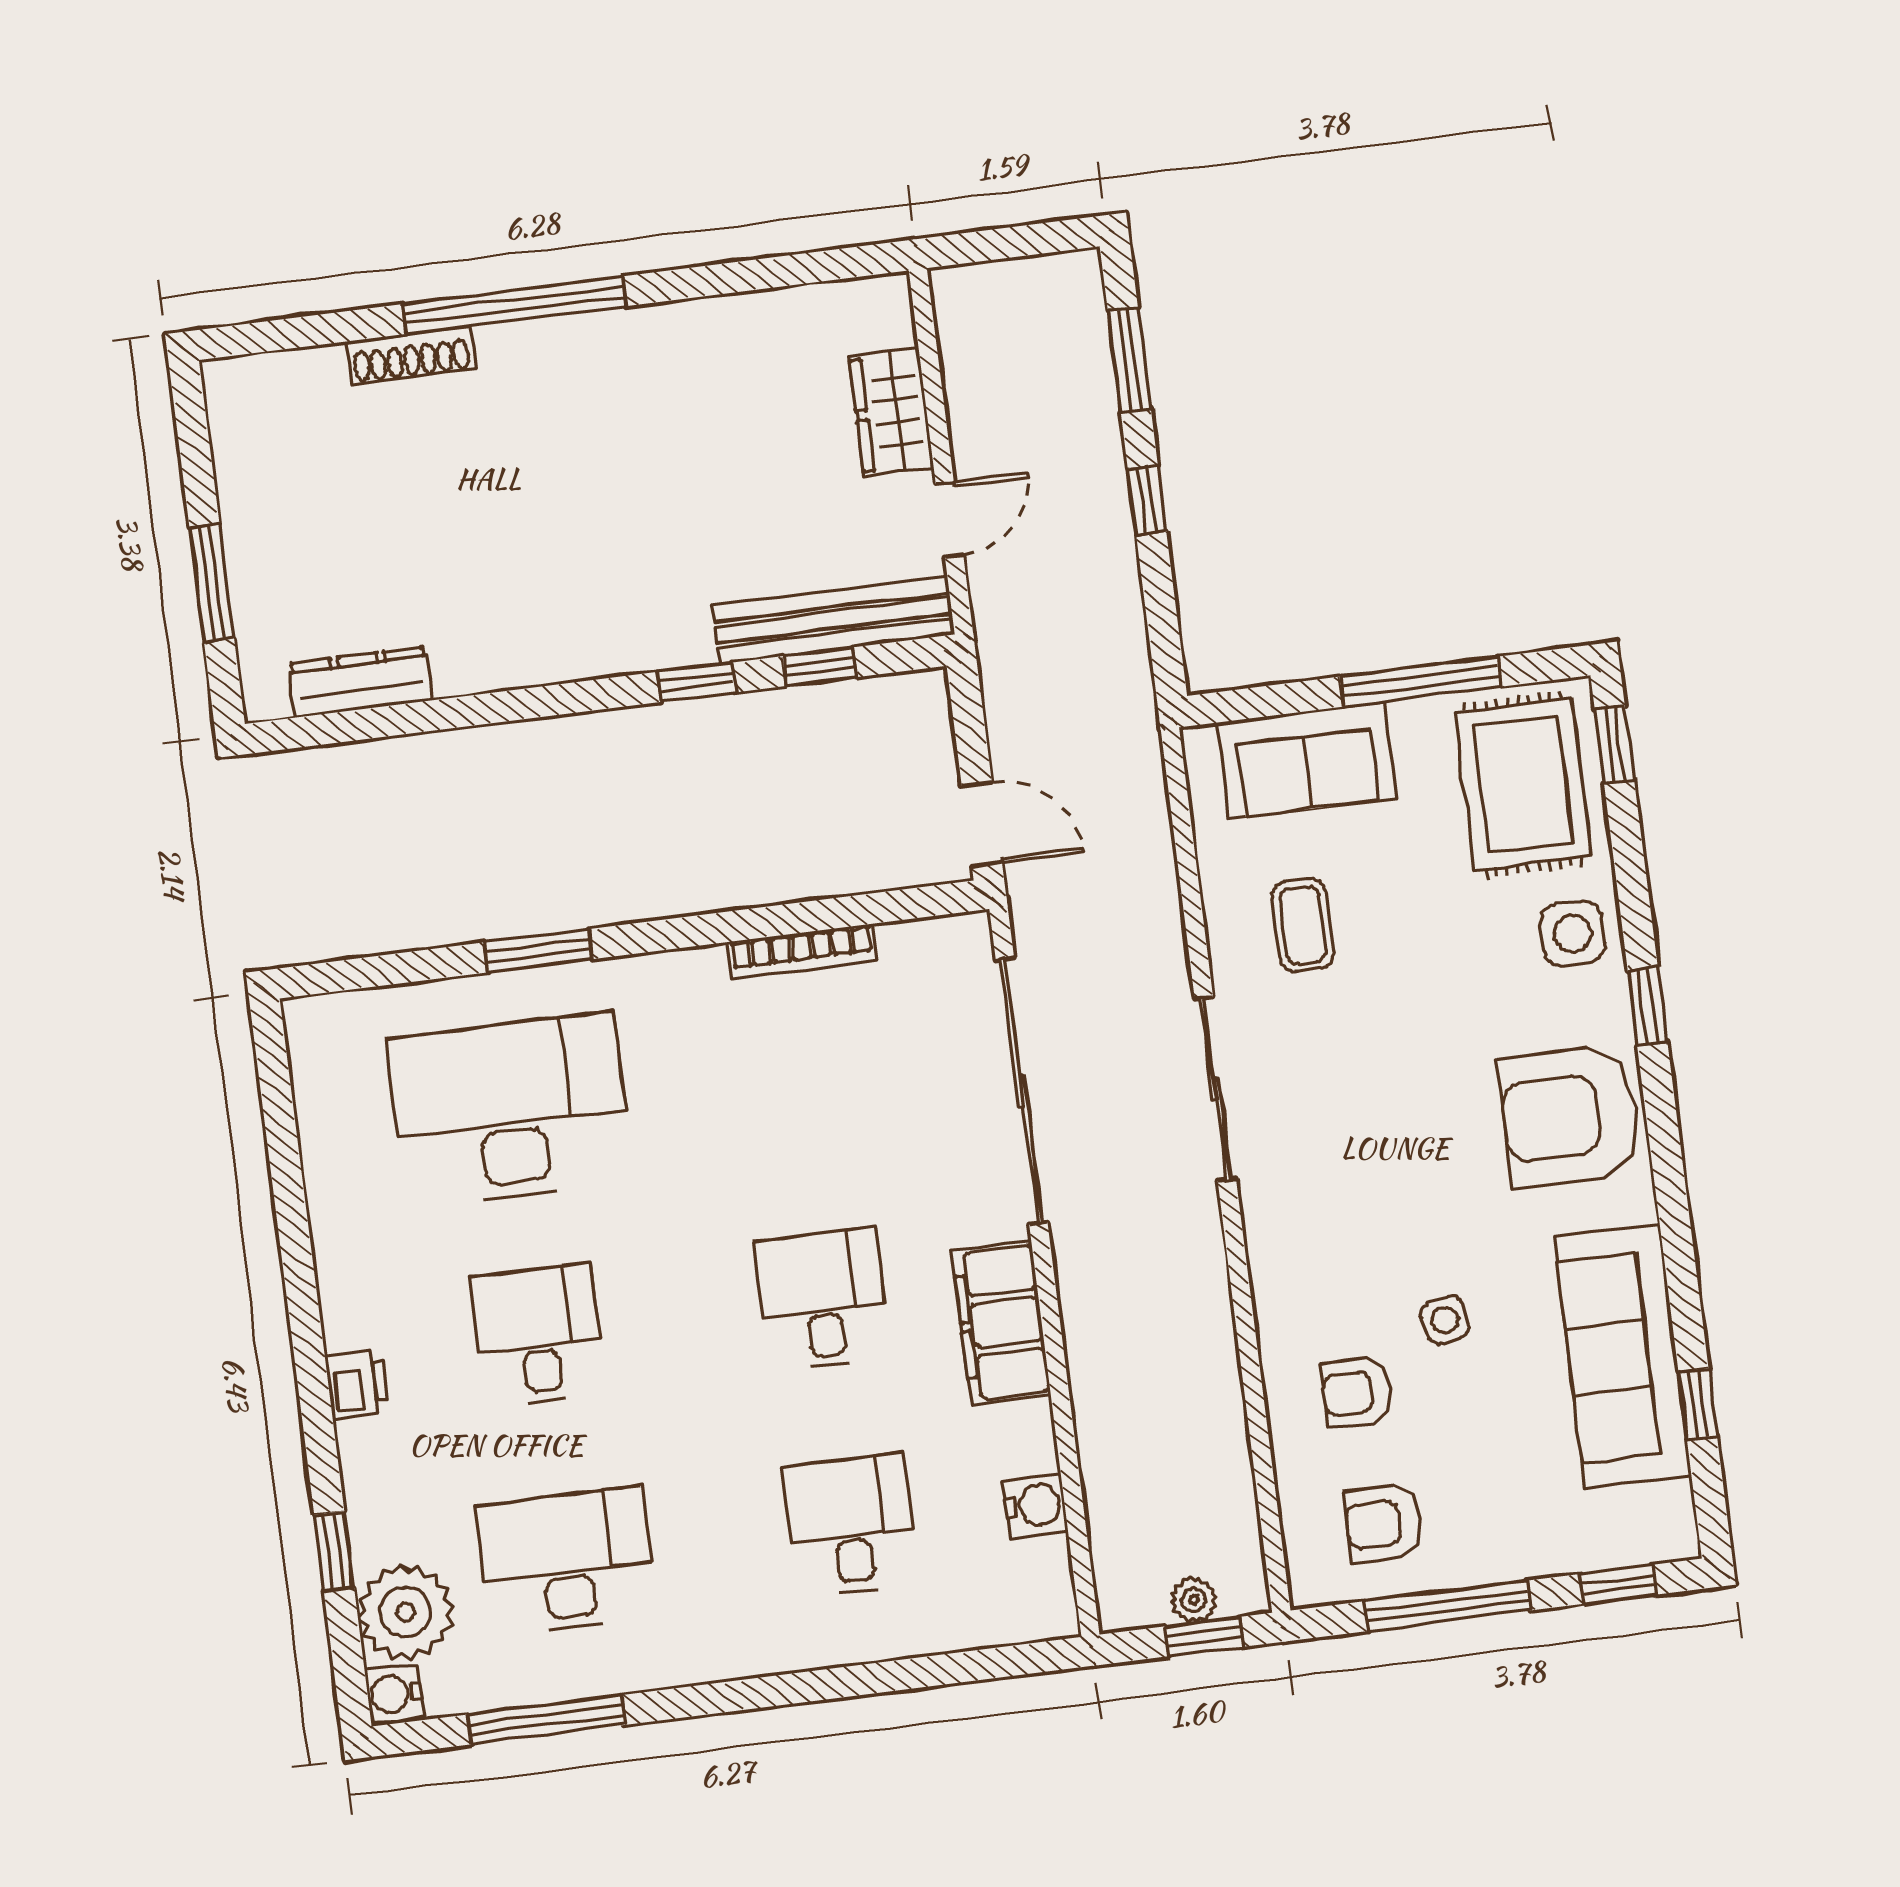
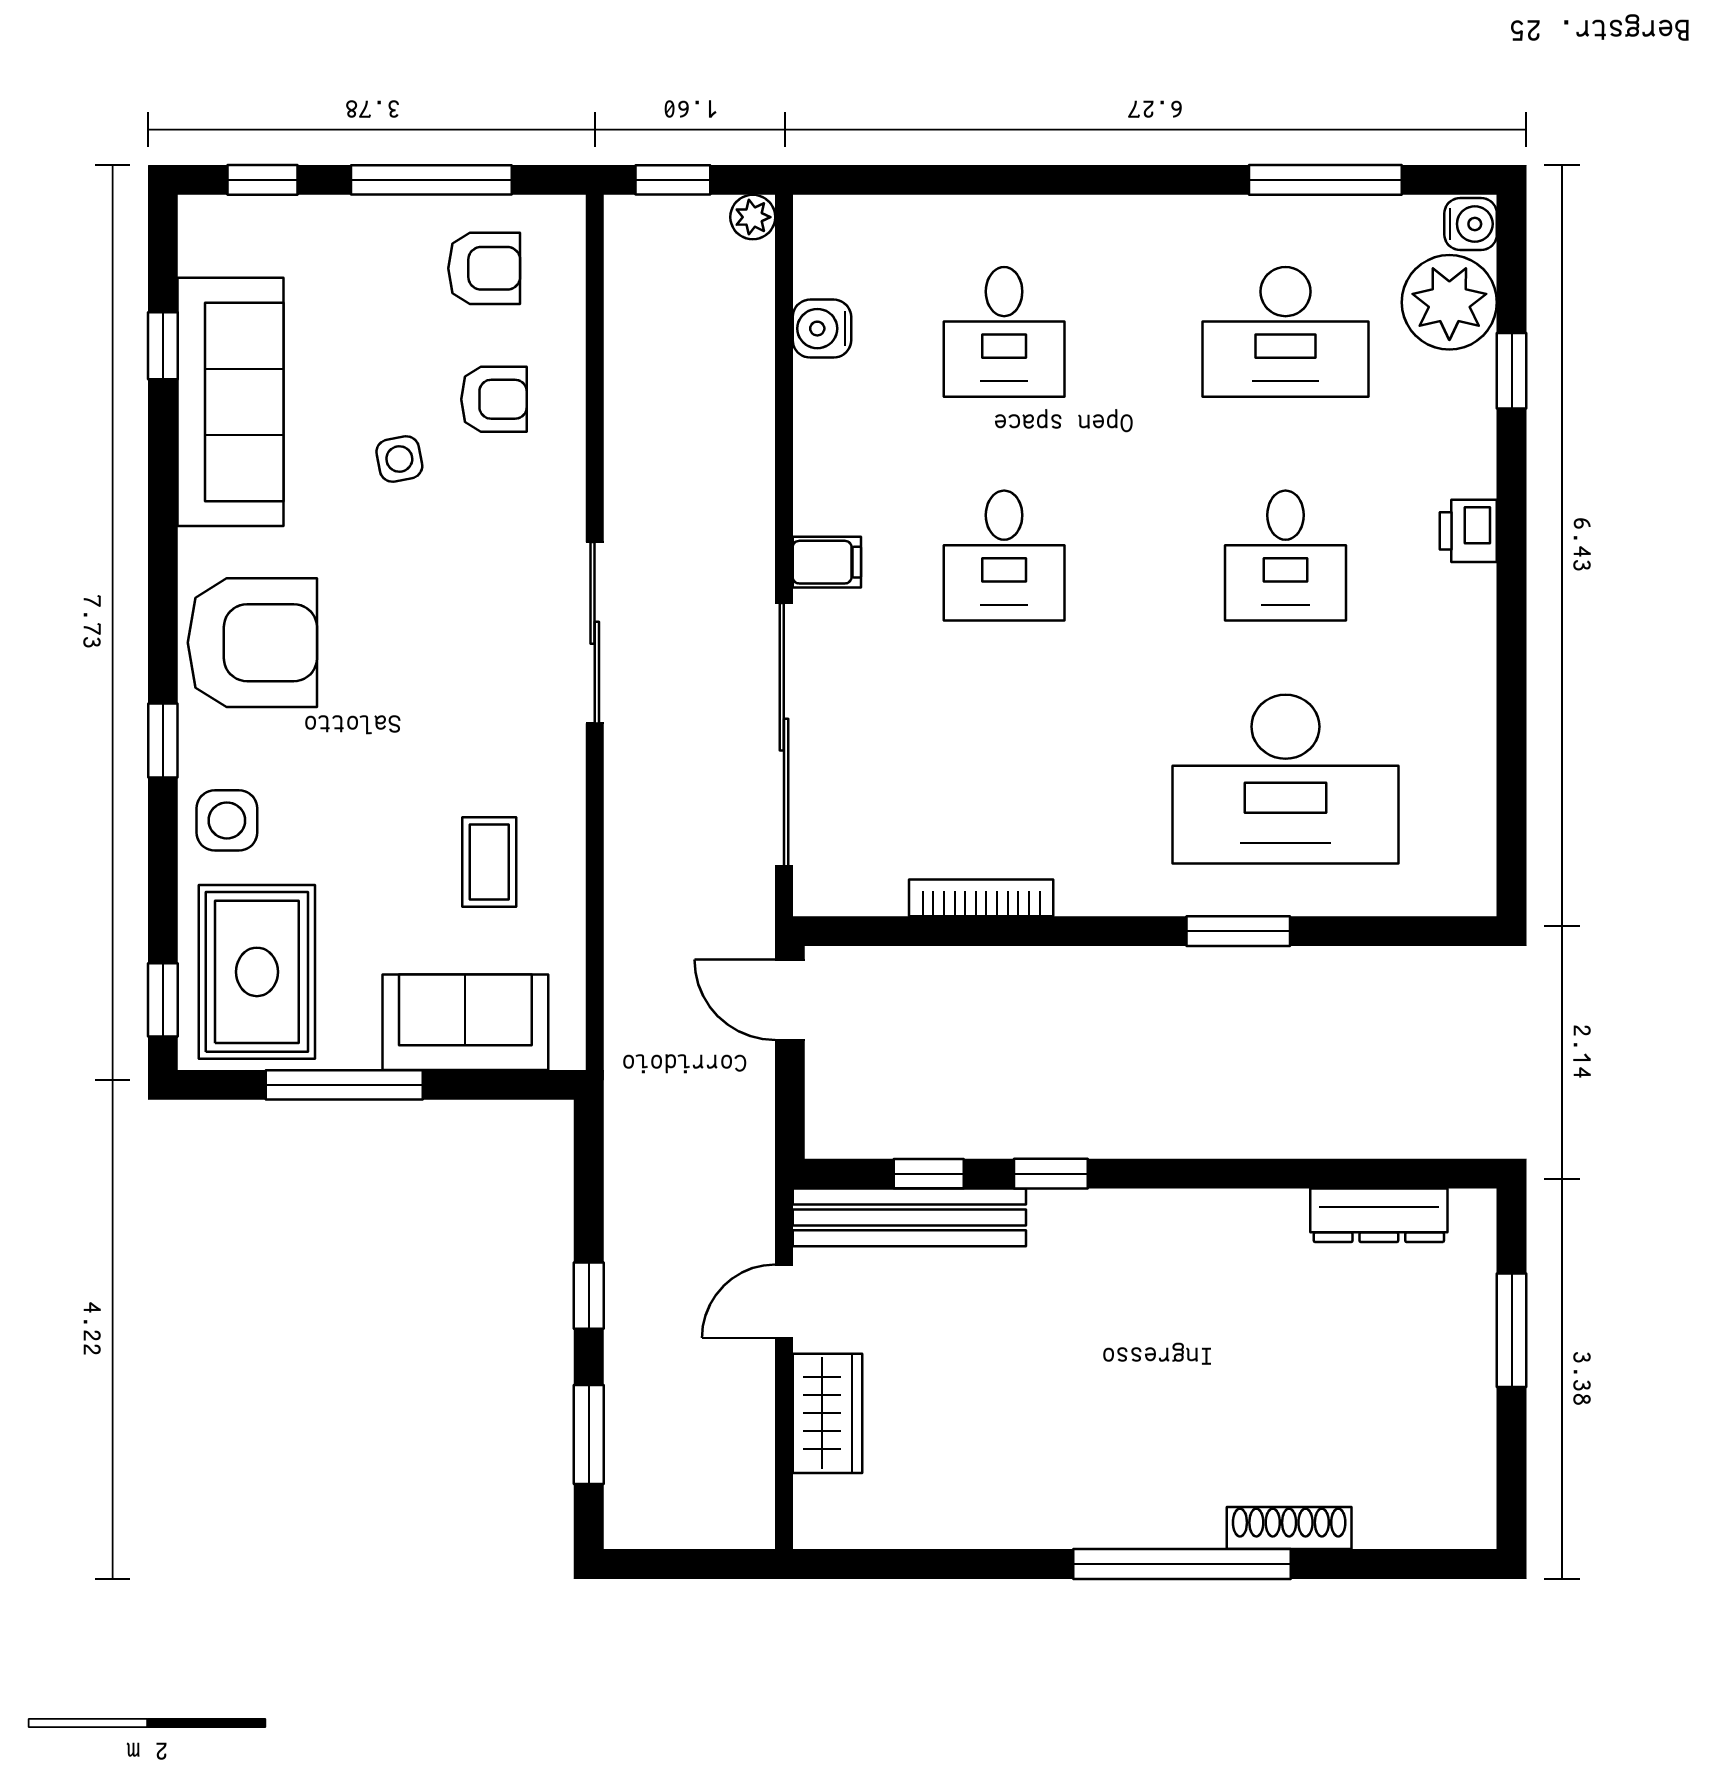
sliding door: (1215, 1089) -> (595, 633), moved
filing cabinet: (1001, 1323) -> (827, 562), width x0.33, depth x0.86
plant: (1194, 1600) -> (753, 217), moved

